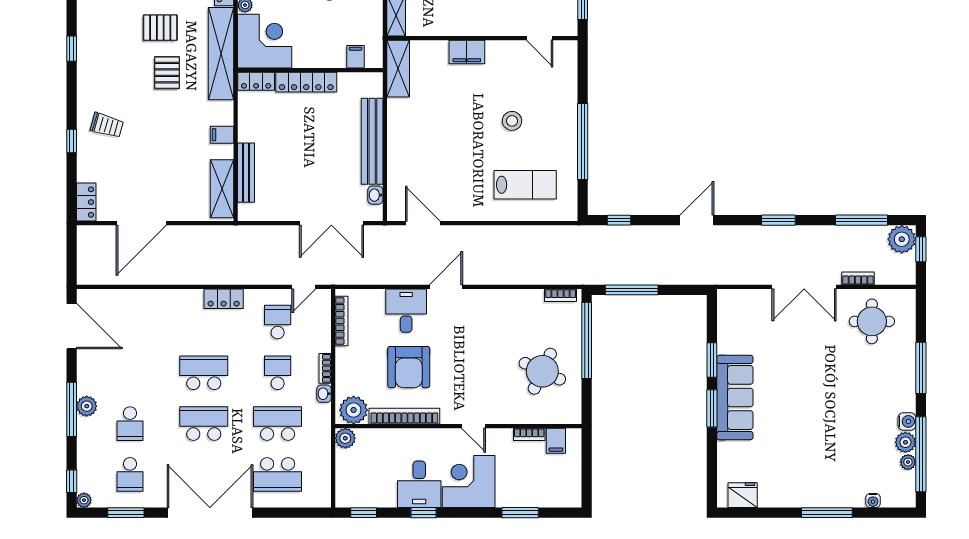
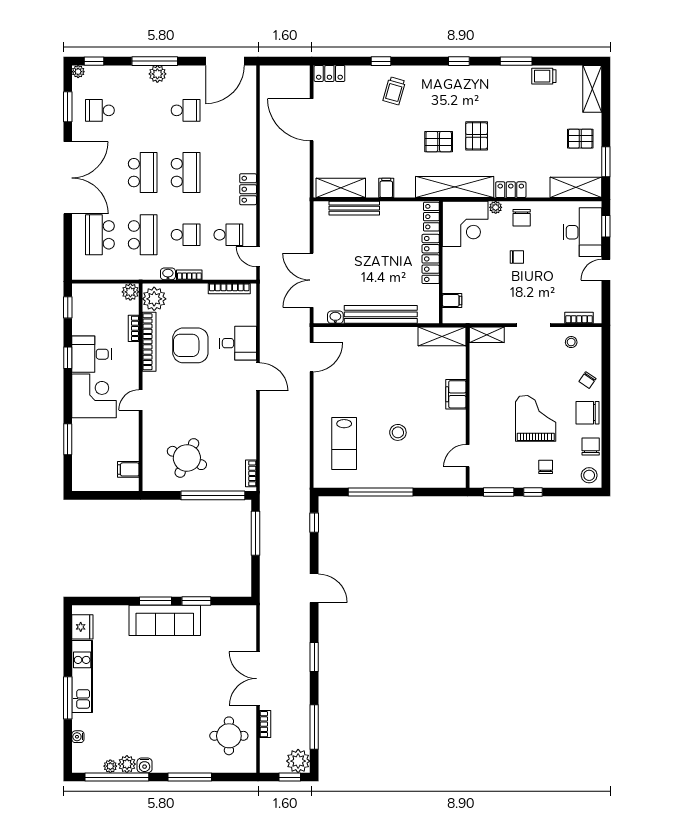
school desk: (130, 424) -> (186, 110), moved, turned 180
bookcase: (529, 434) -> (134, 328), moved
kitchen unit: (802, 496) -> (82, 677), added

